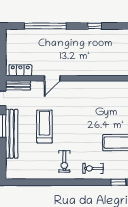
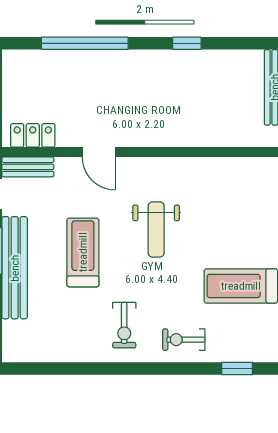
door: (52, 78) -> (99, 152), hinge flipped
weight bench: (80, 115) -> (156, 229), added

